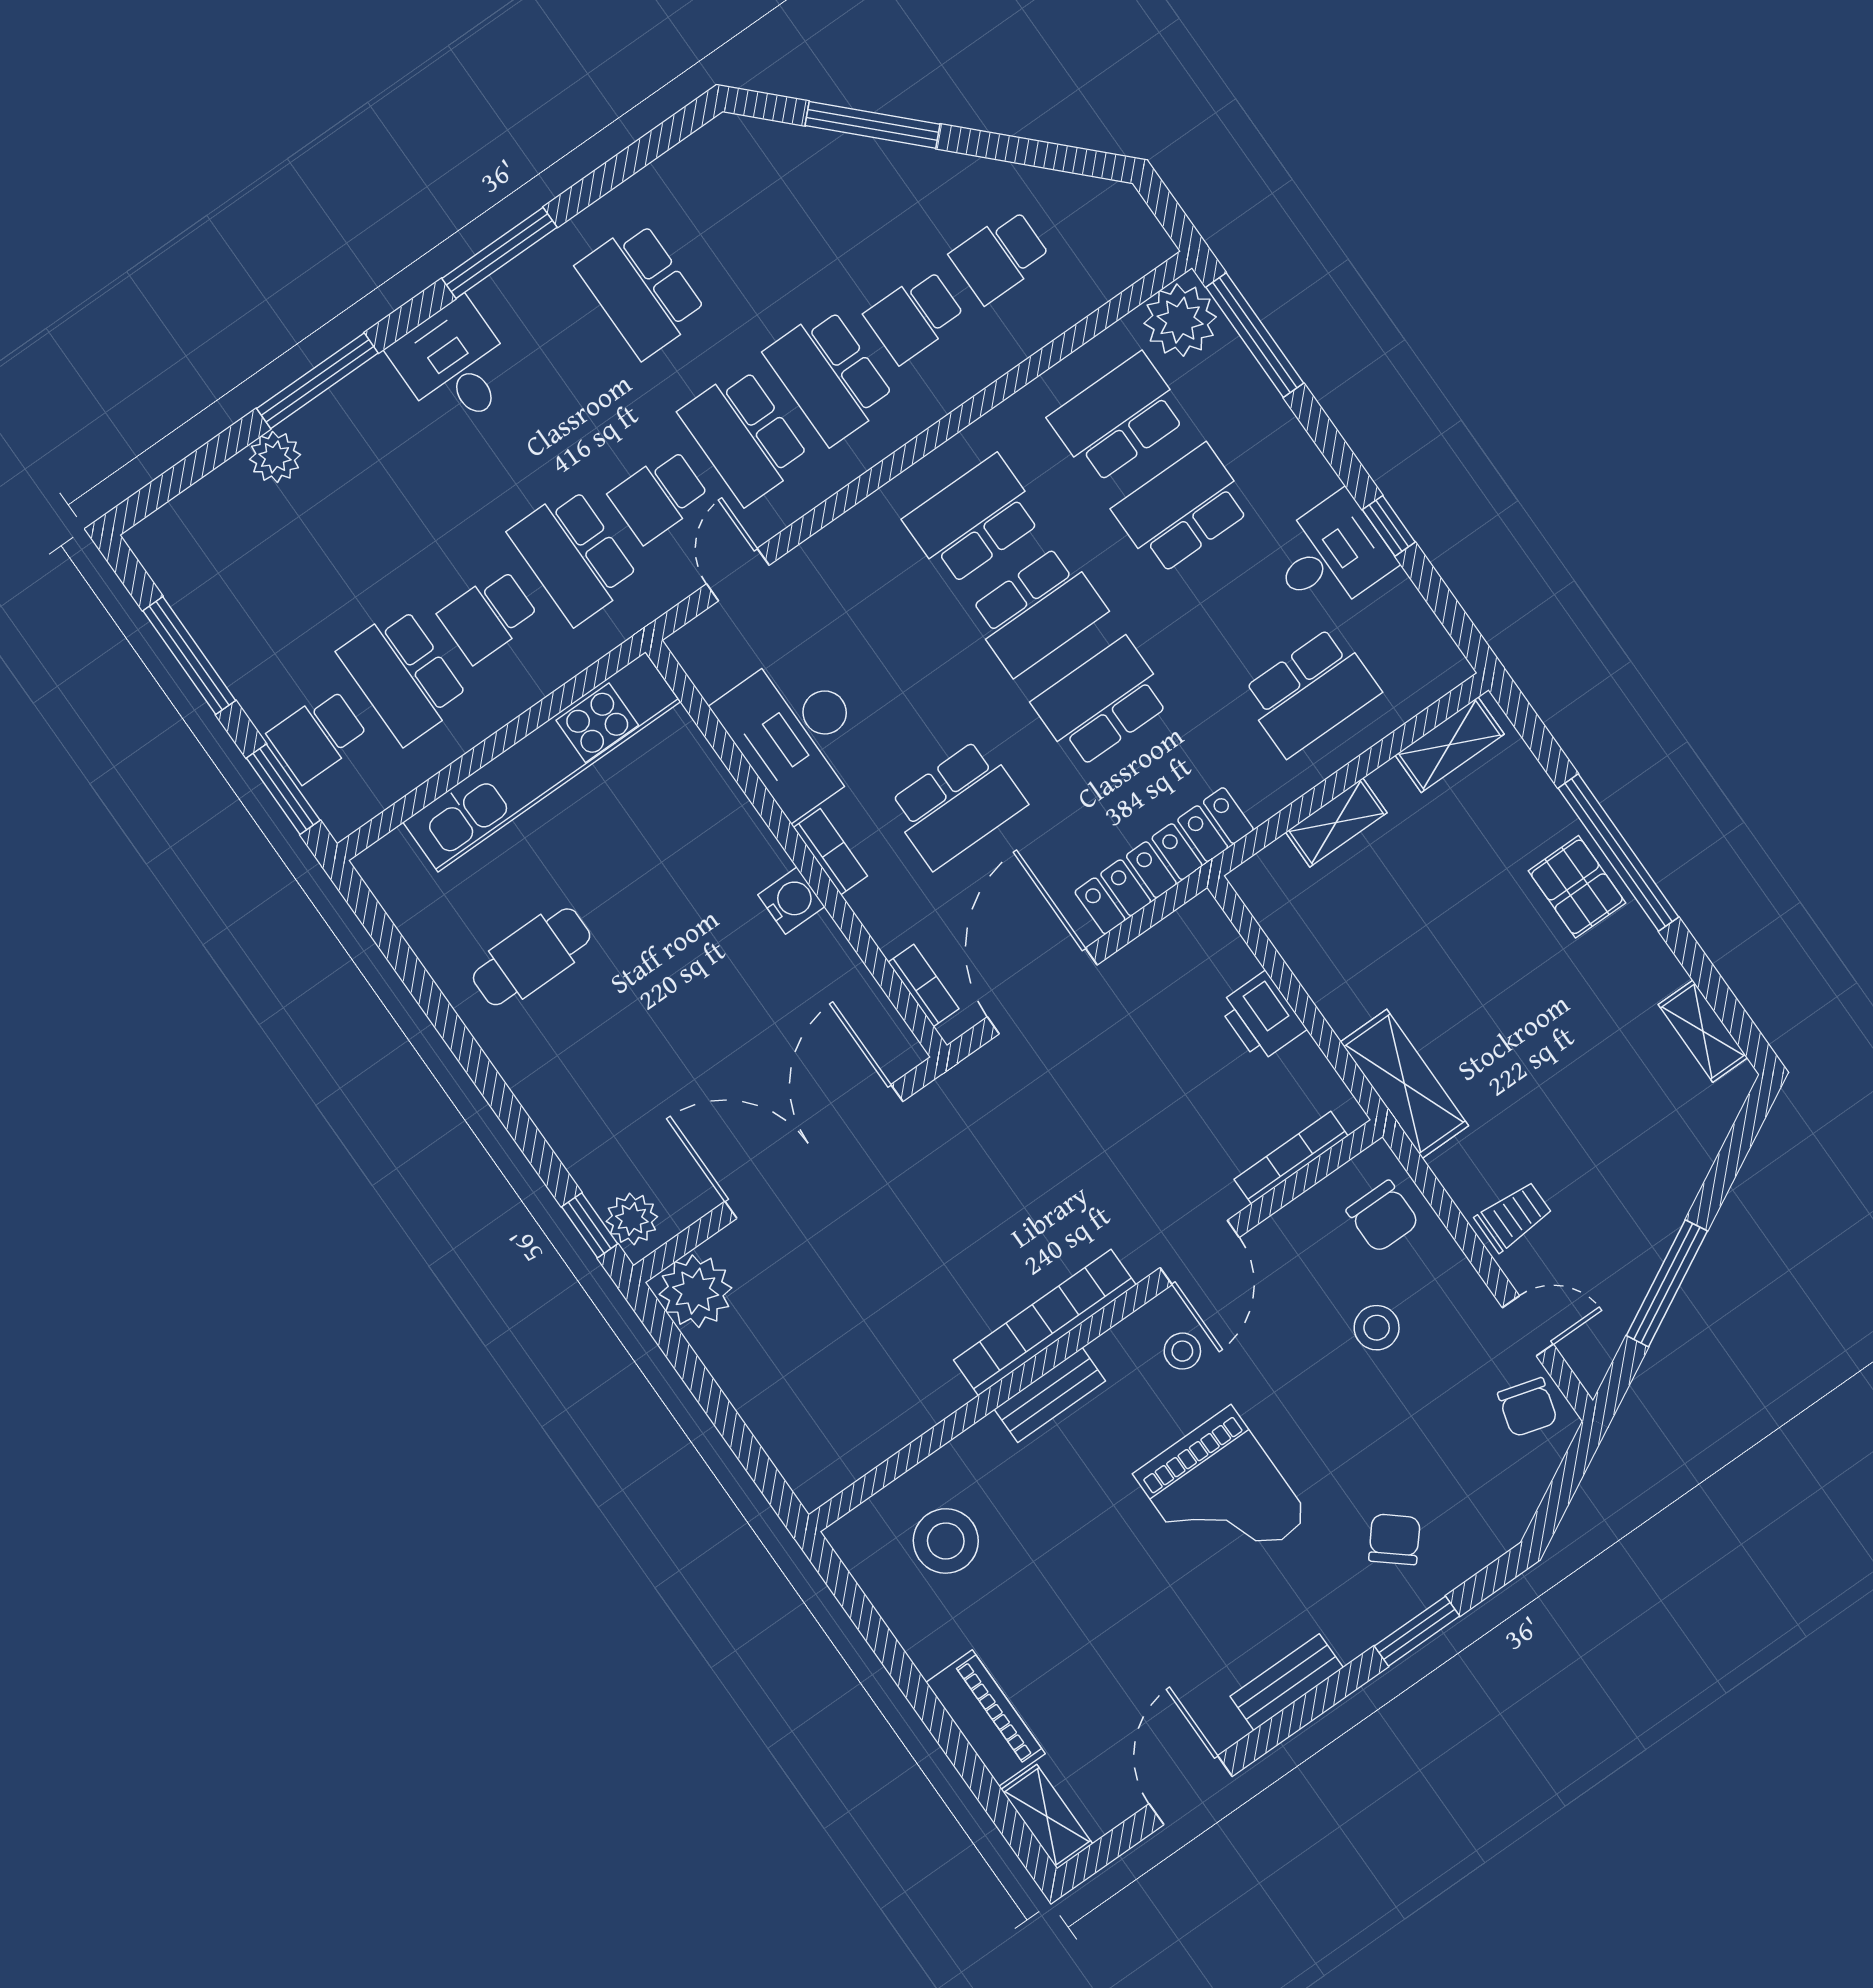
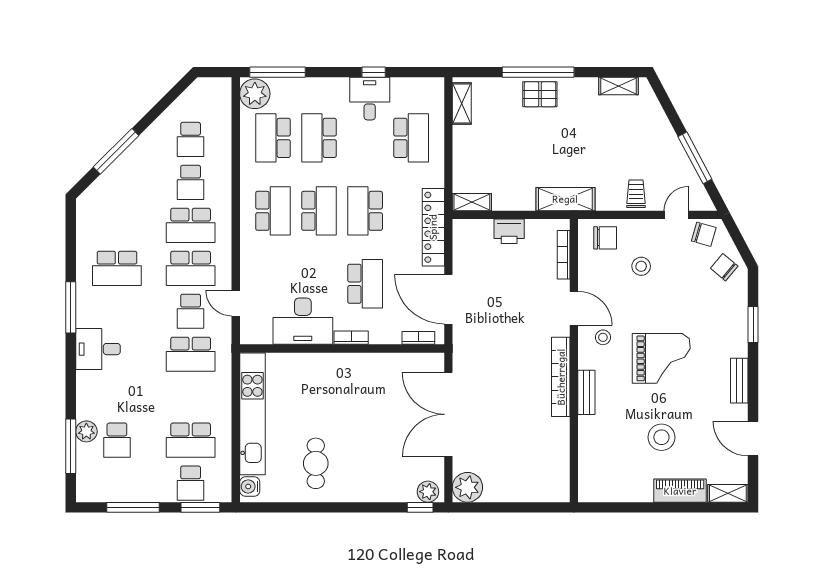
window: (317, 381) -> (71, 446), moved
school desk: (973, 520) -> (273, 211), turned 180
school desk: (488, 616) -> (117, 440), moved
shelving: (1336, 822) -> (472, 202), moved, turned 90
water cooler: (791, 901) -> (250, 486), moved, turned -90
chair: (1394, 1539) -> (724, 267), moved
stool: (946, 1541) -> (661, 437), moved

